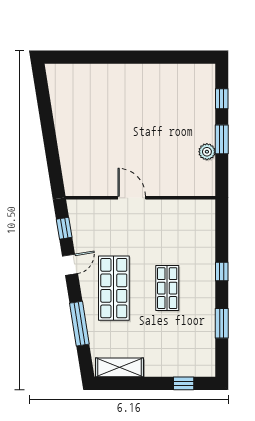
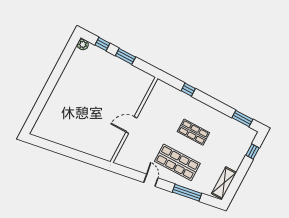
plant: (207, 152) -> (83, 44), moved
window: (64, 228) -> (128, 173), removed
window: (222, 272) -> (188, 90), moved
window: (222, 323) -> (242, 118), moved

